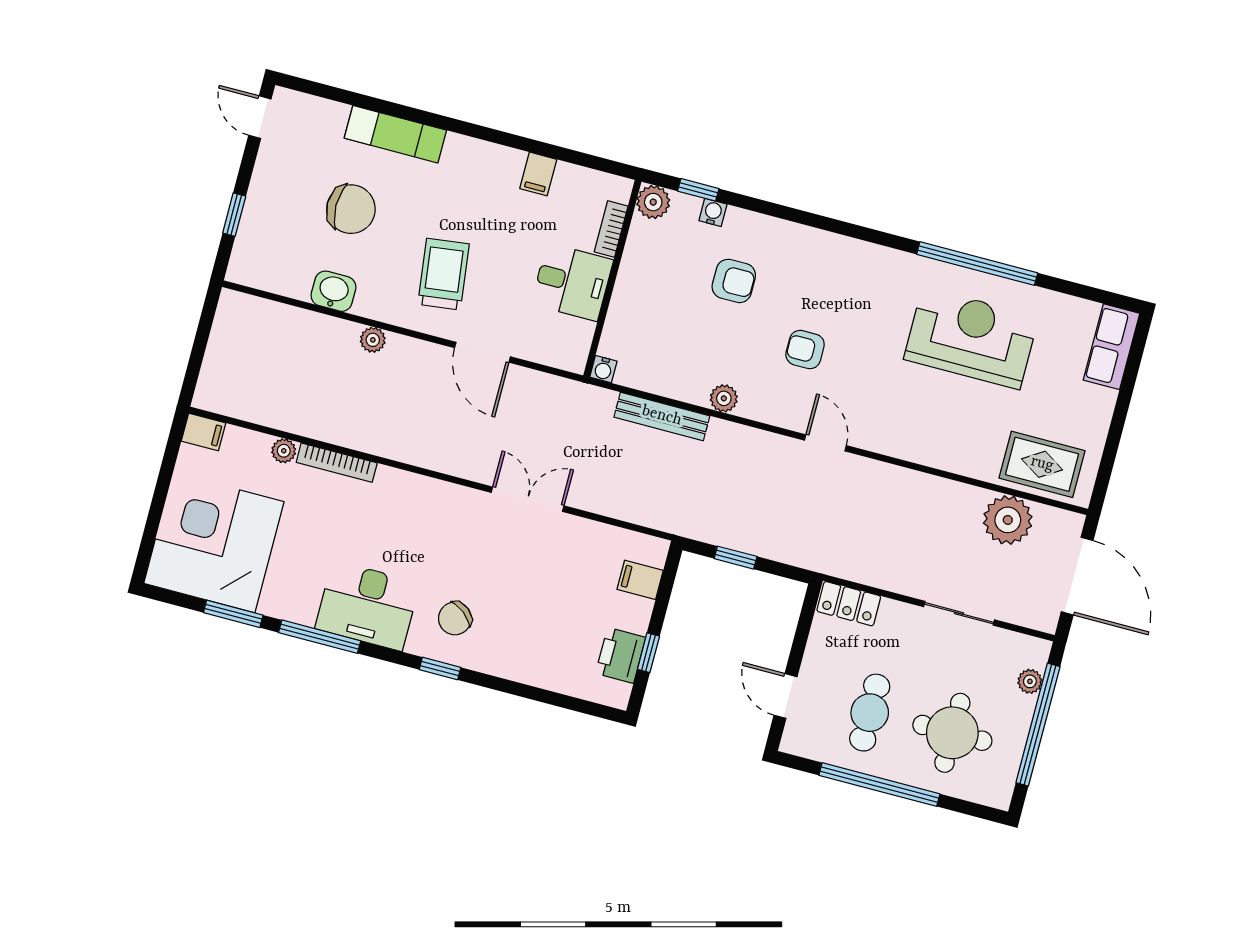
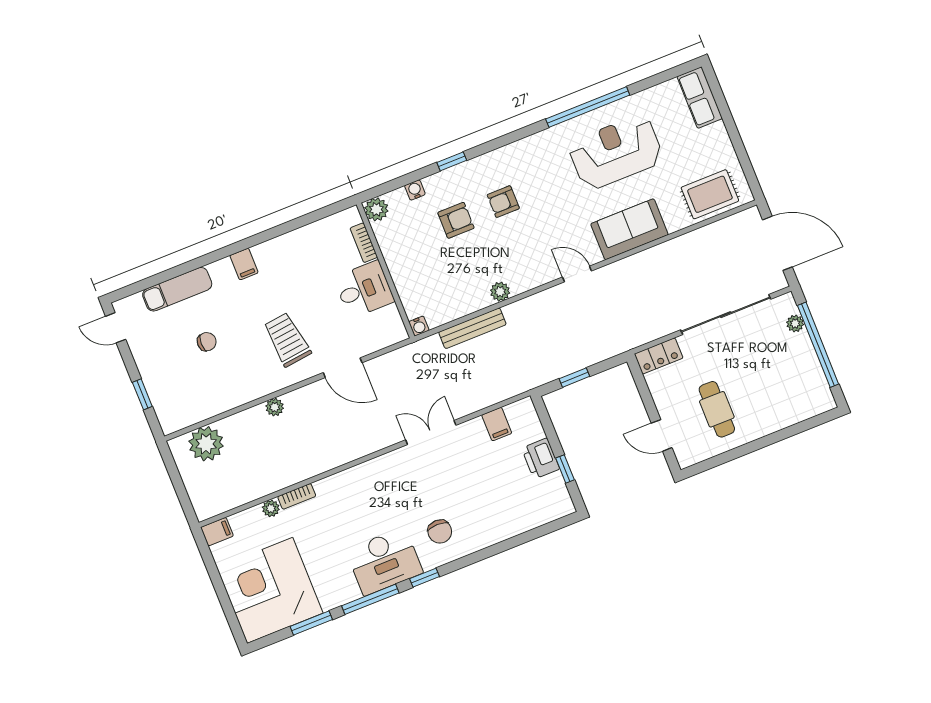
exam couch: (395, 134) -> (177, 289), moved
filing cabinet: (538, 174) -> (244, 264), moved
window: (698, 190) -> (452, 161), moved
chair: (351, 209) -> (207, 342), width x0.54, depth x0.54
washbasin: (333, 291) -> (232, 396), removed
armchair: (805, 350) -> (503, 202), moved
sofa: (922, 436) -> (629, 229), added
bookcase: (337, 463) -> (297, 496), width x0.64
plant: (1008, 520) -> (206, 444), moved
filing cabinet: (640, 580) -> (497, 424), moved, turned -90
sliding door: (959, 613) -> (726, 315), width x1.86
chair: (455, 618) -> (440, 531), turned -39
printer: (621, 655) -> (541, 458), moved
window: (440, 668) -> (425, 578), moved
round table: (952, 733) -> (773, 386), removed
window: (879, 785) -> (753, 446), removed

